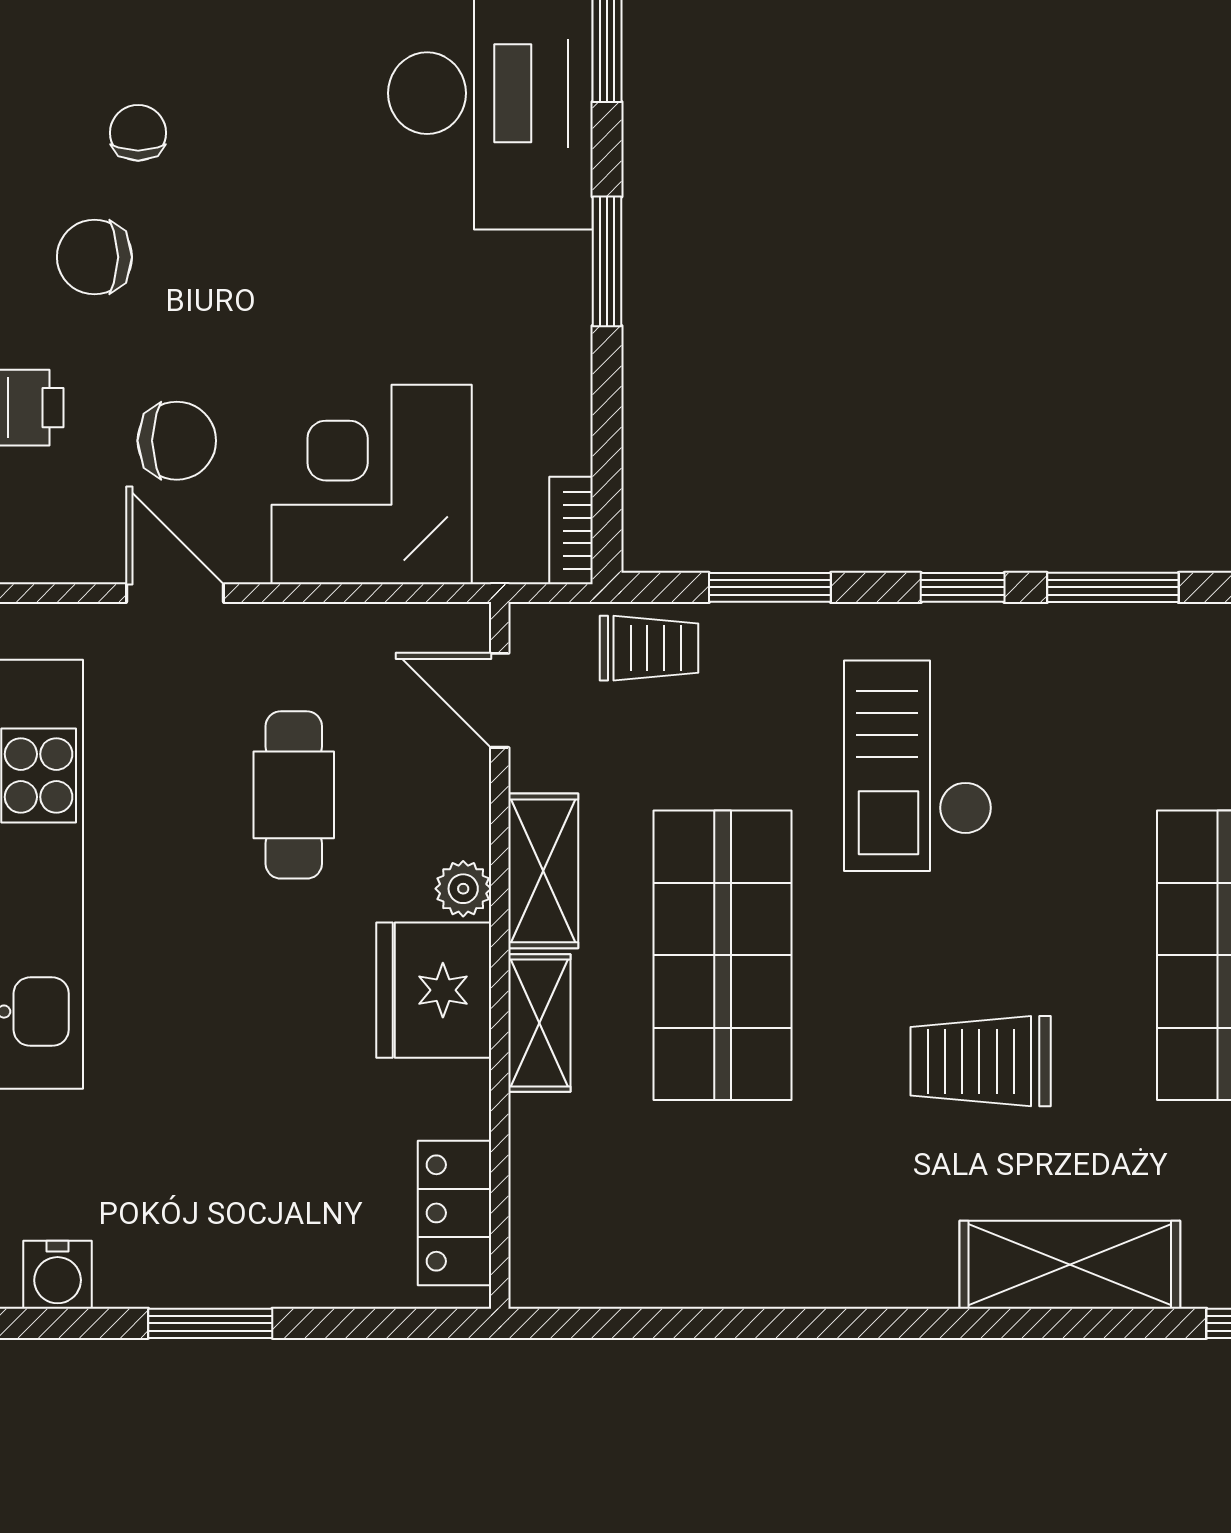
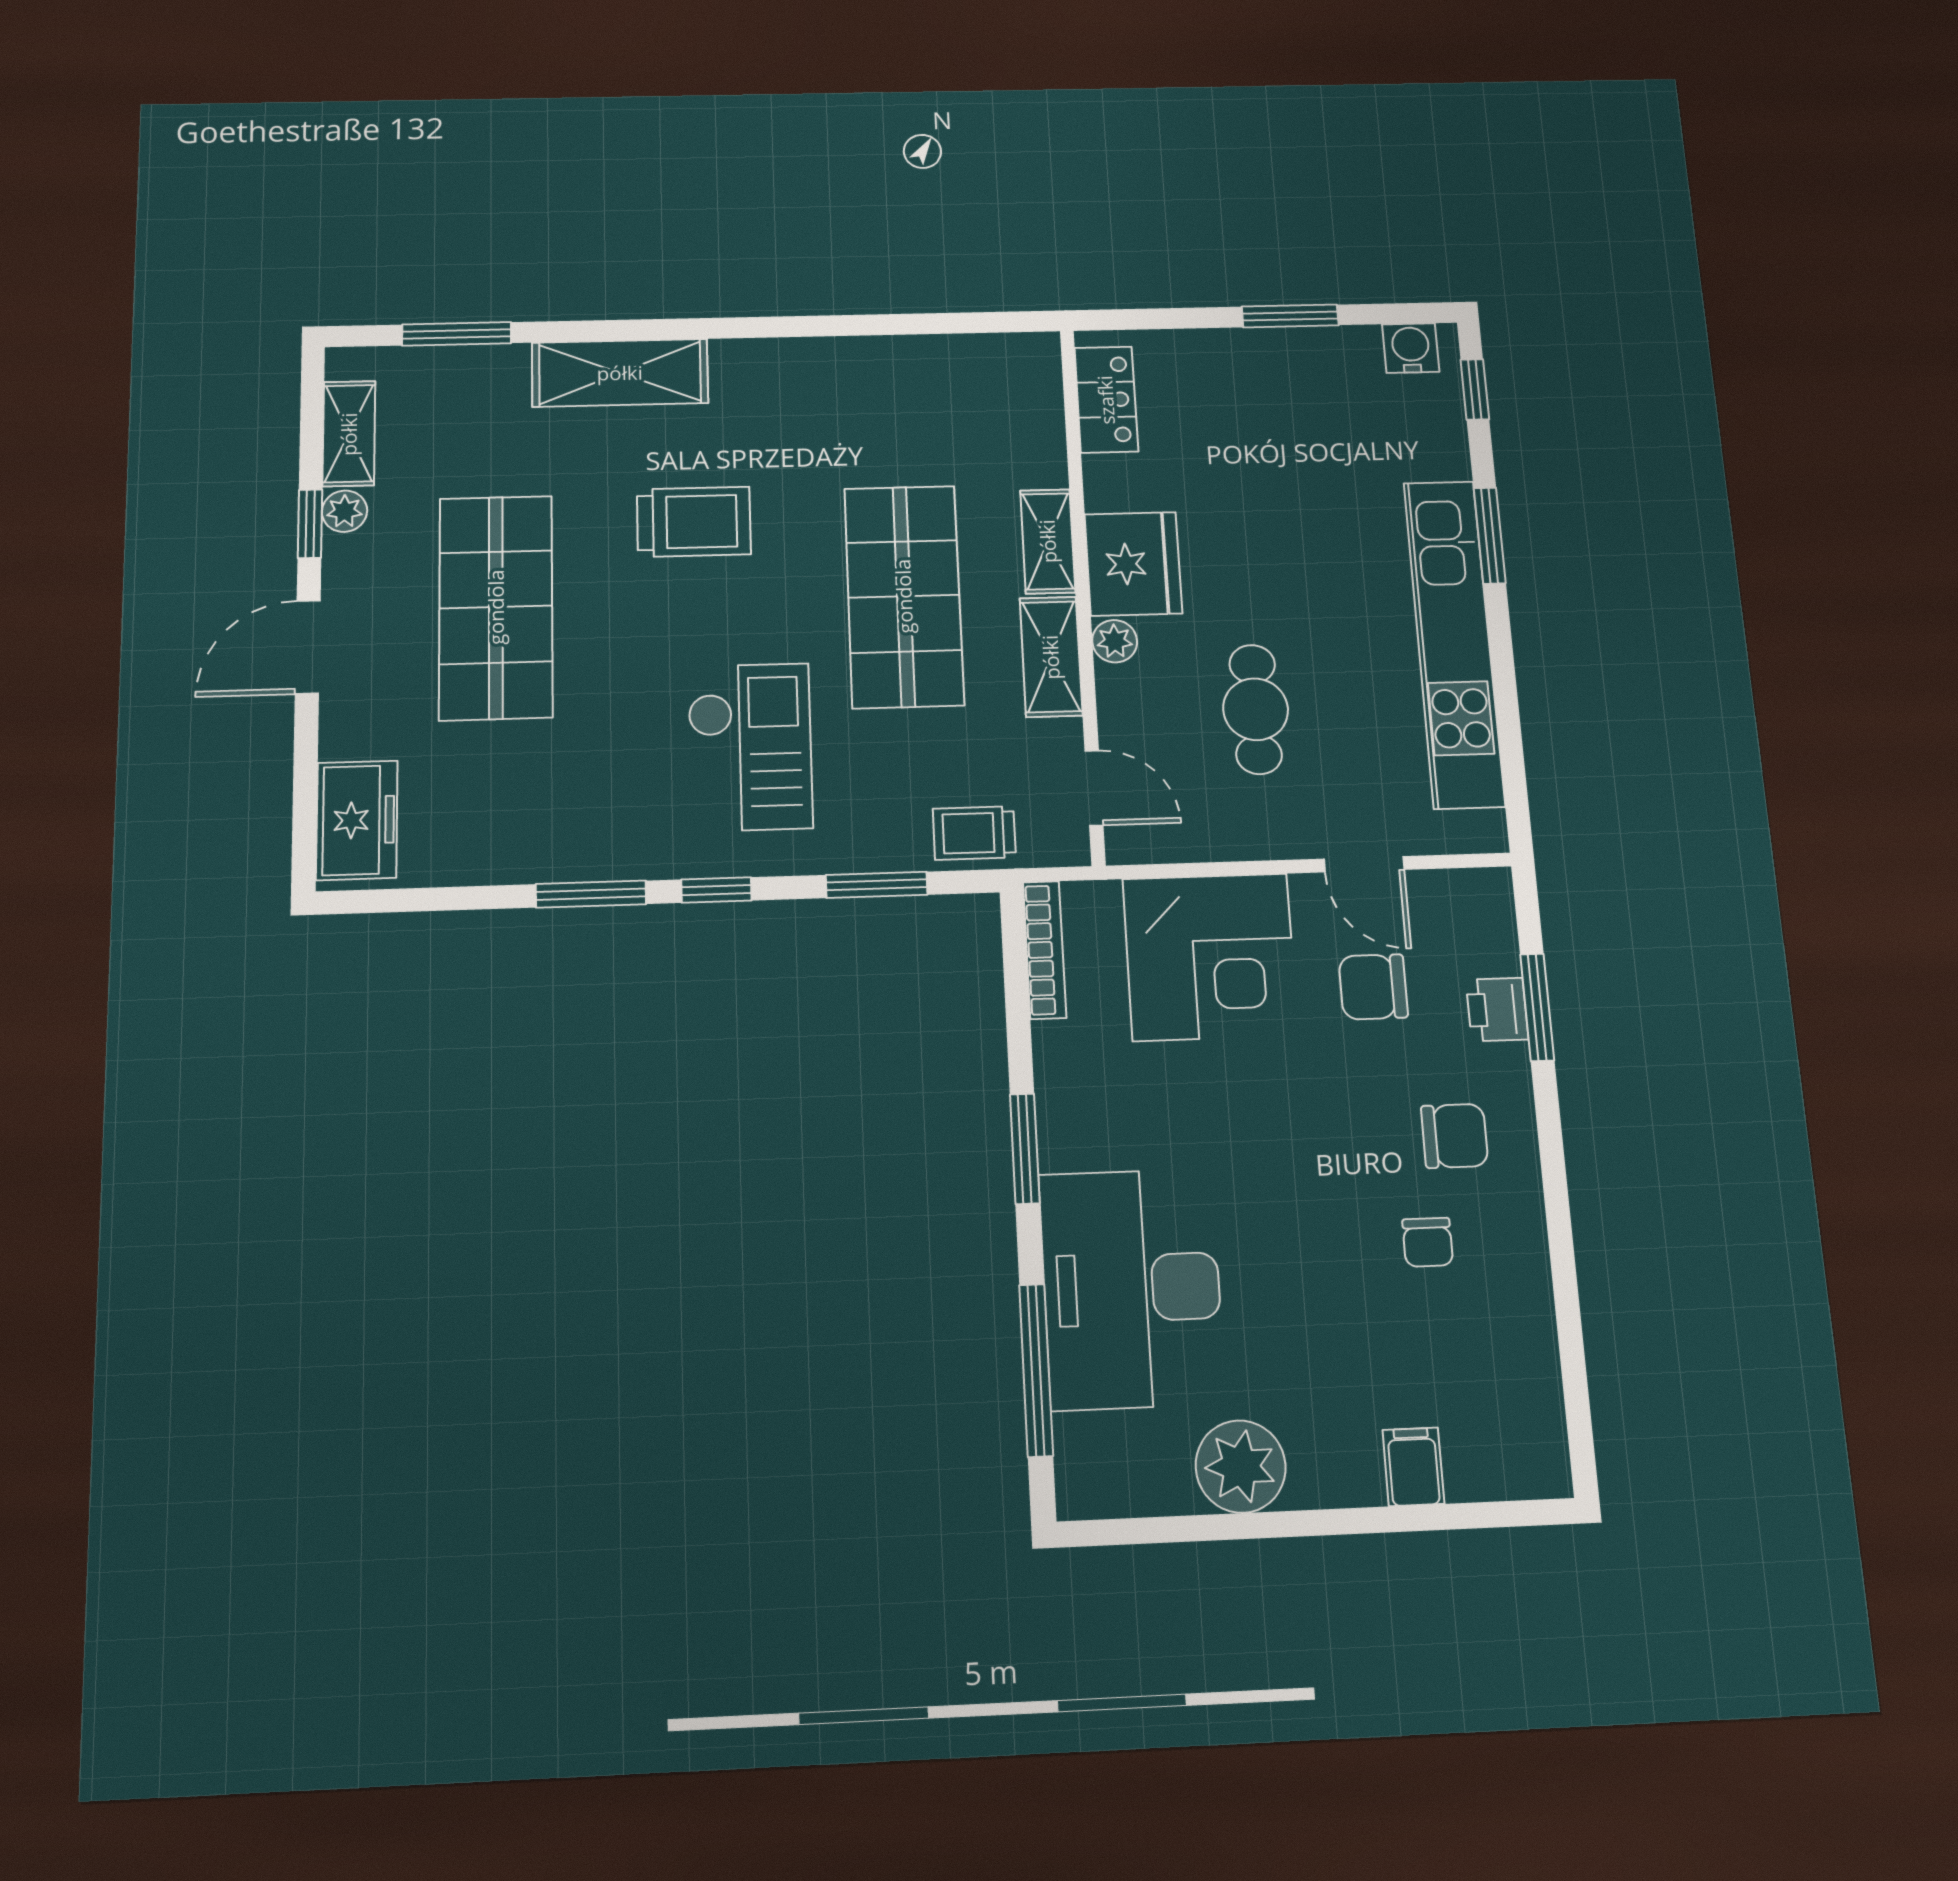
bookcase: (571, 531) -> (1045, 950), width x1.56

